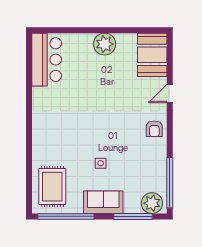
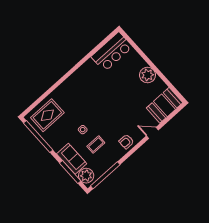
coffee table: (129, 164) -> (96, 145), added
sofa: (103, 202) -> (72, 159), moved

